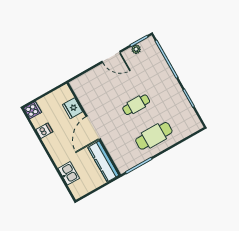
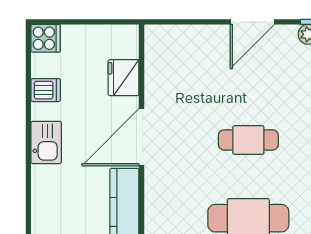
door: (111, 57) -> (252, 22), hinge flipped
kitchen sink: (69, 173) -> (46, 142), moved

